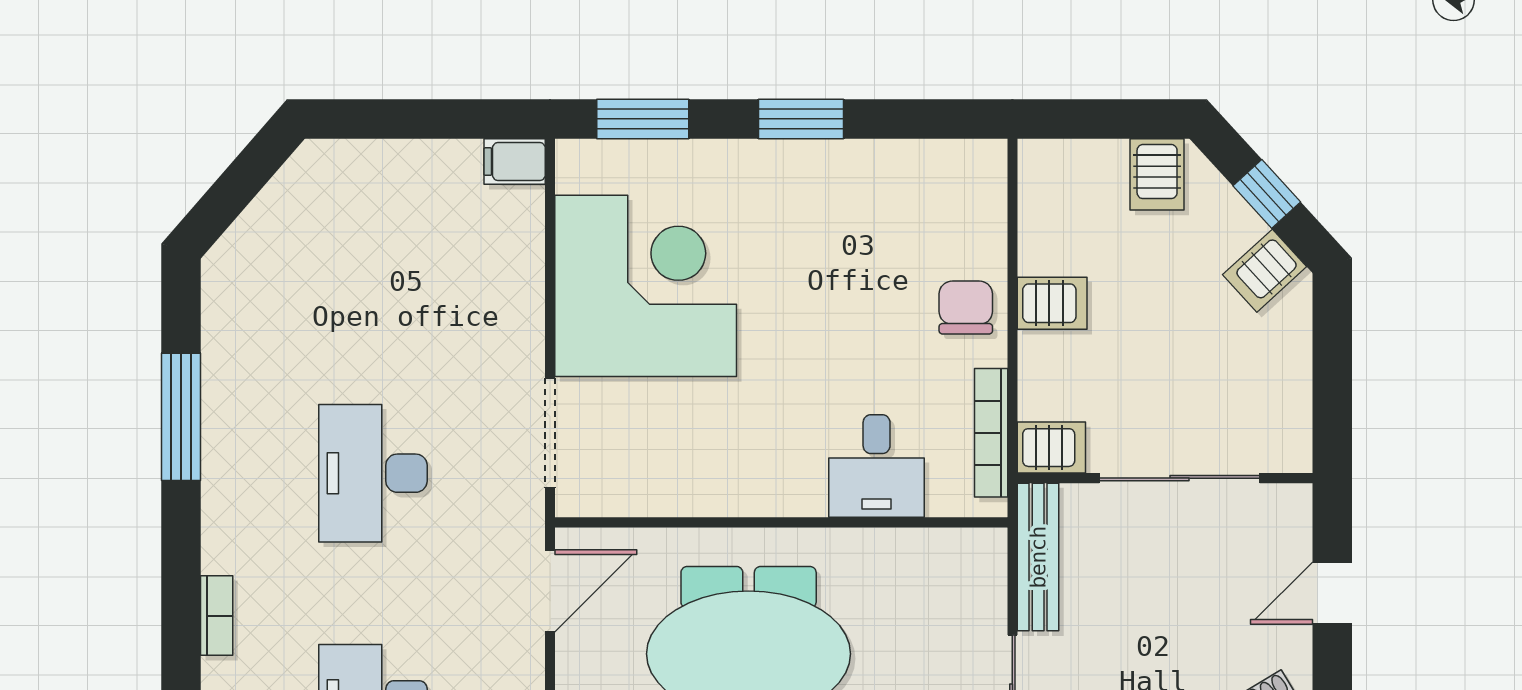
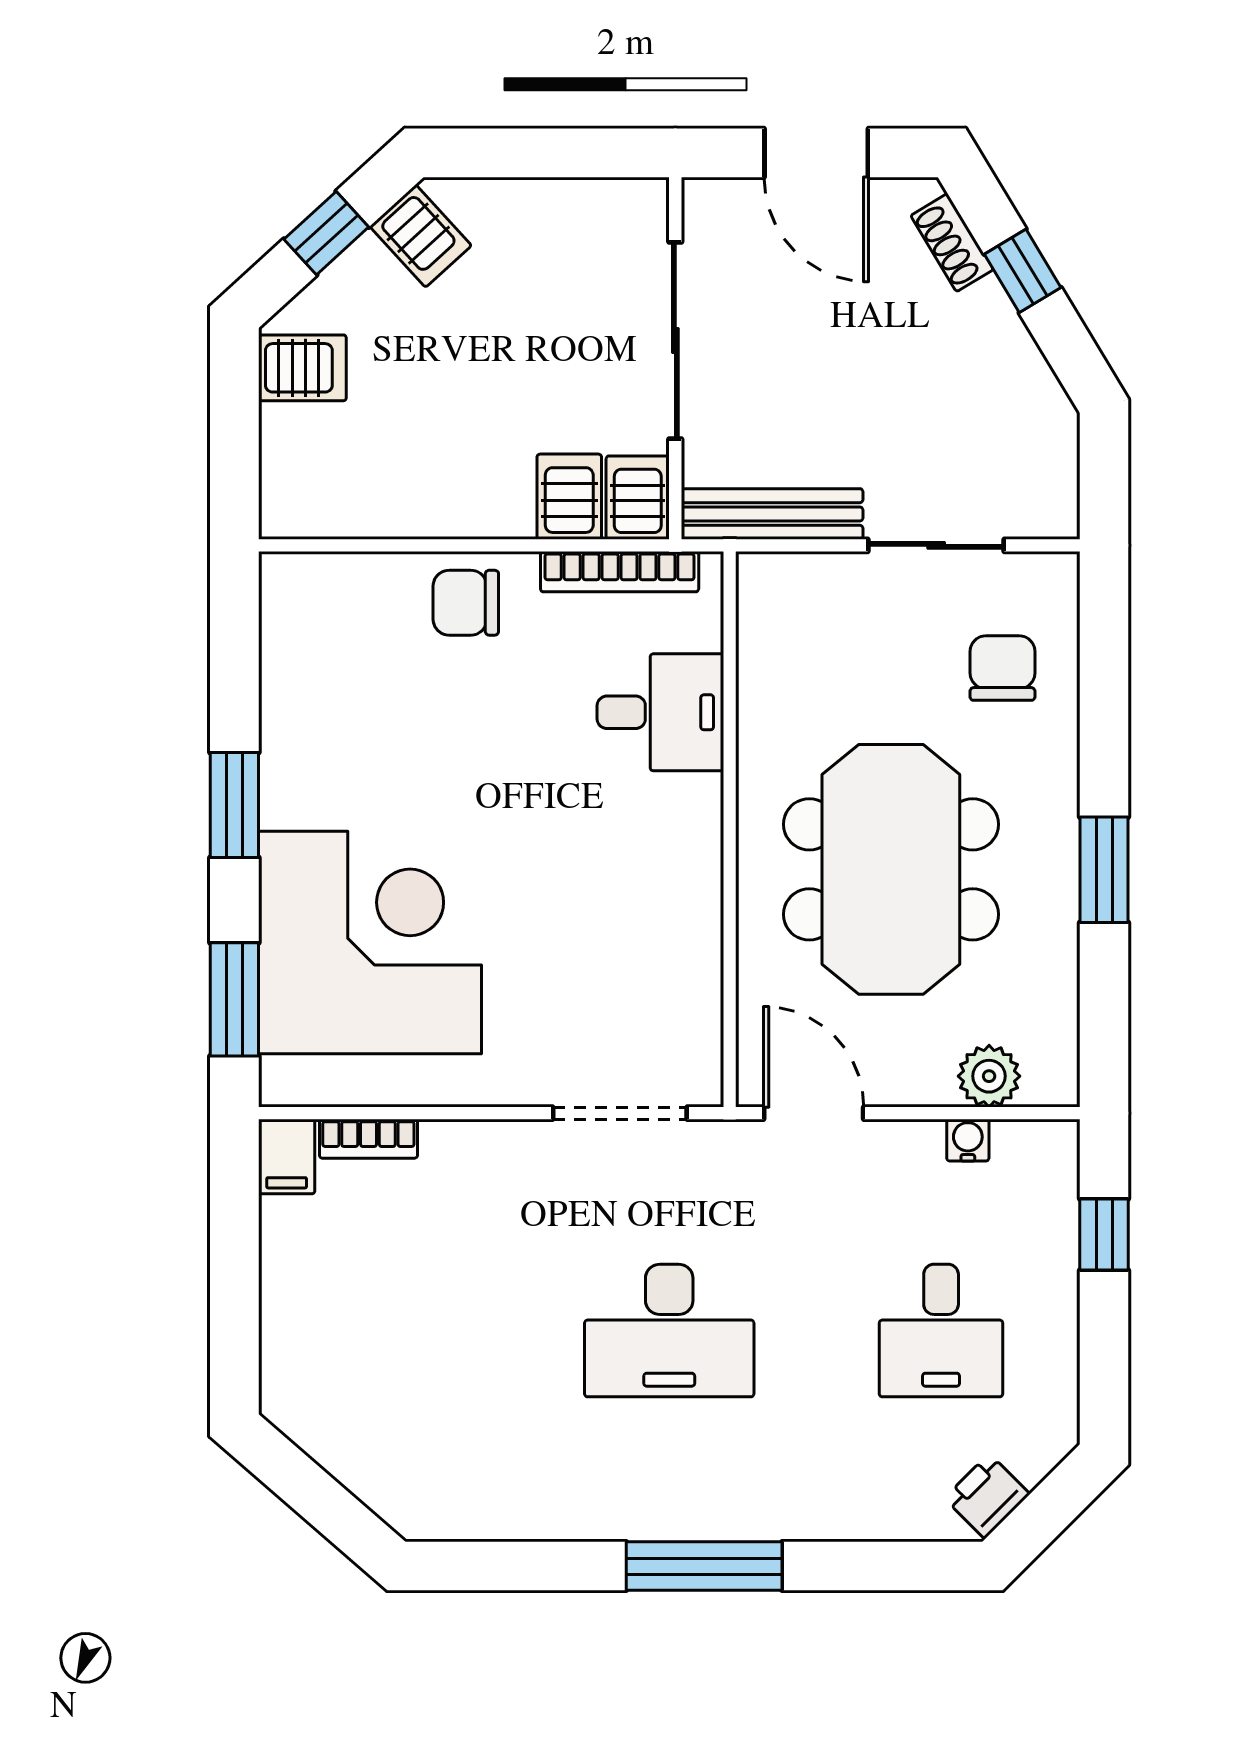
corner desk: (646, 286) -> (370, 942), moved, turned 90
server rack: (1052, 303) -> (569, 497), moved
window: (181, 417) -> (704, 1566), moved
door: (1332, 593) -> (816, 153), width x1.38
bookcase: (217, 616) -> (368, 1139), moved, turned 180

